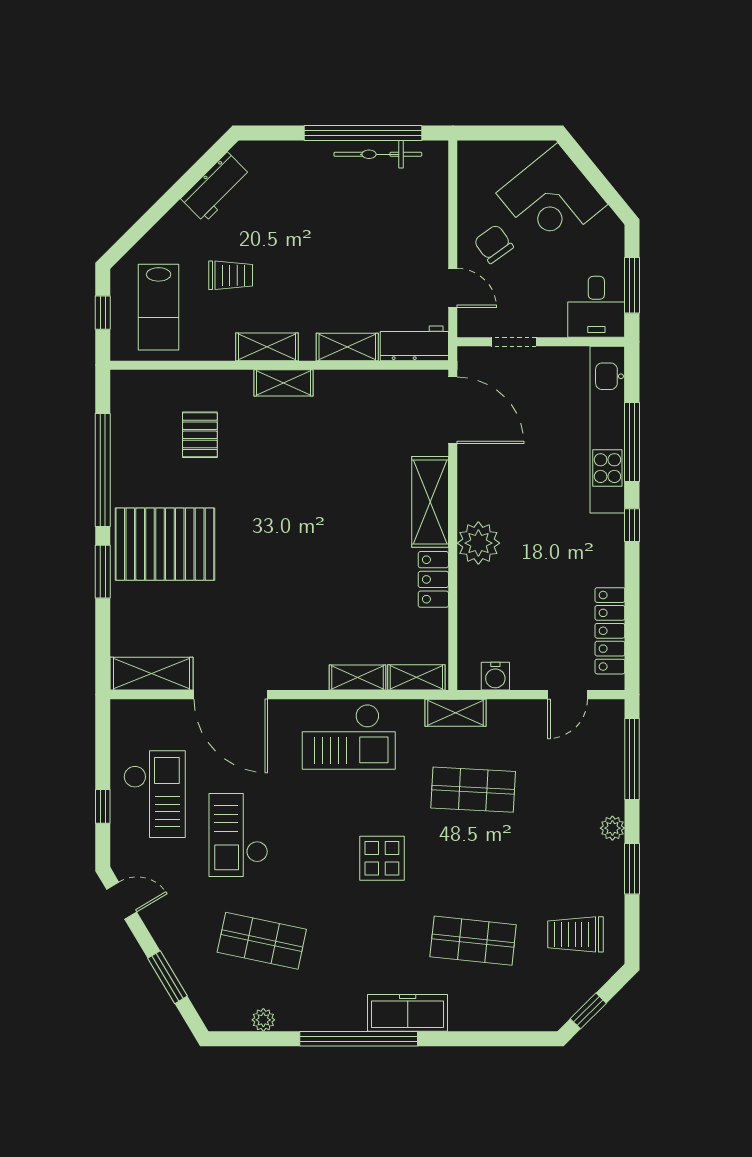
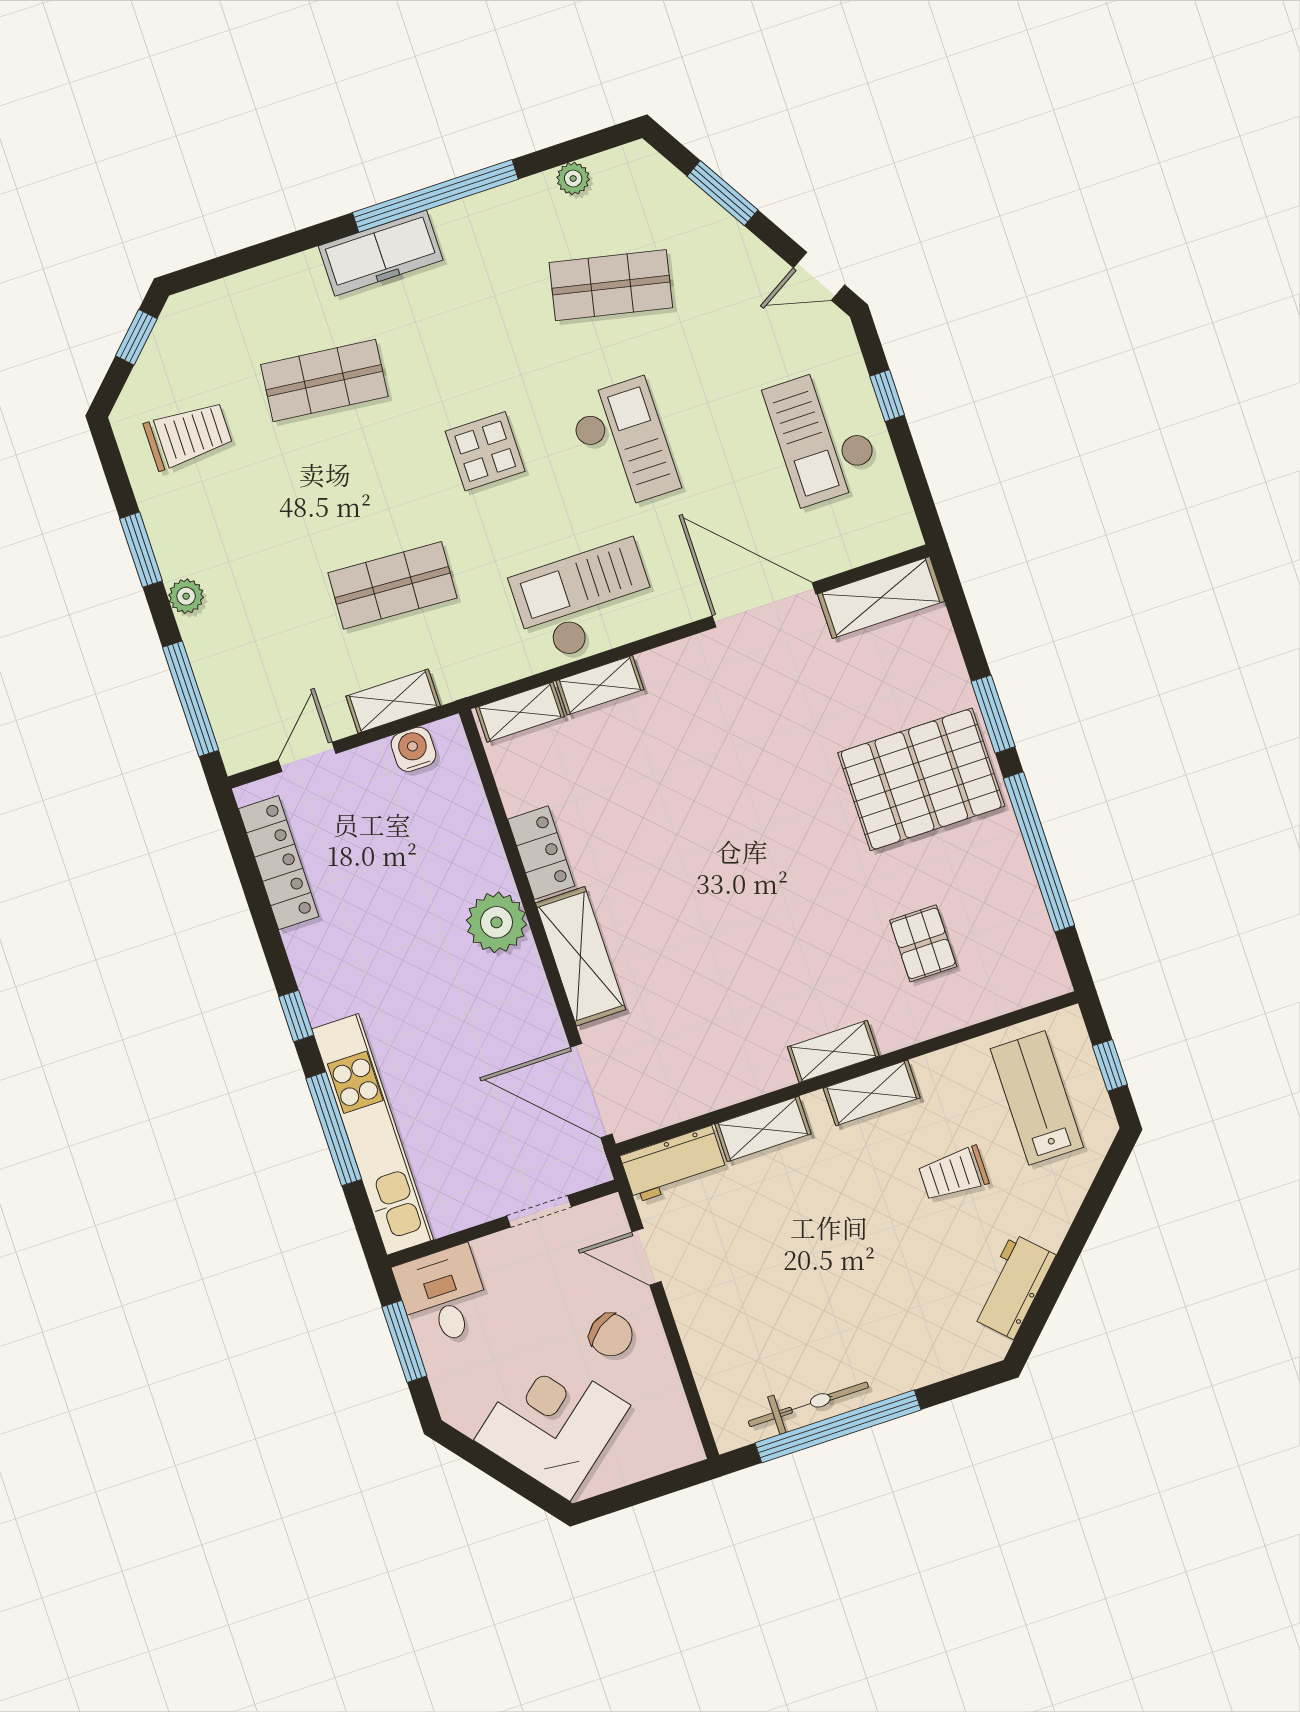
shelving: (456, 713) -> (393, 701), moved
checkout: (238, 835) -> (623, 445), moved

